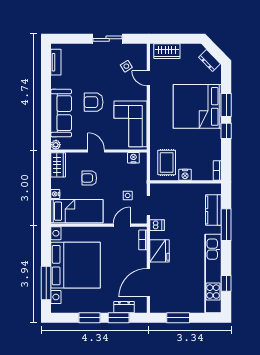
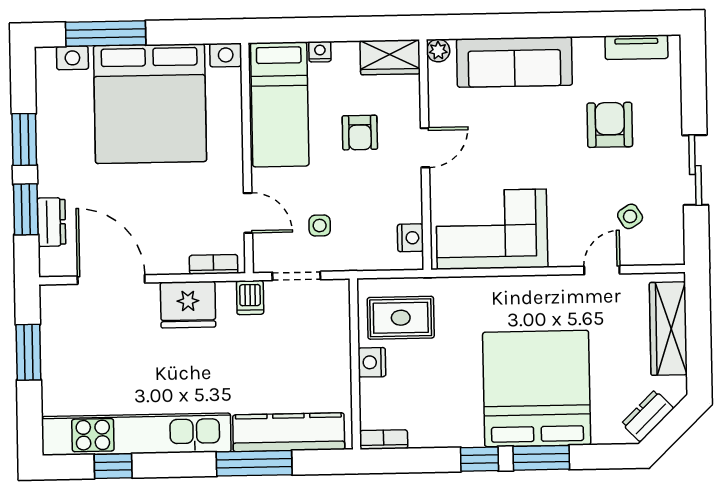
wardrobe: (167, 51) -> (668, 329), width x1.50
armchair: (94, 102) -> (610, 125), moved
armchair: (89, 178) -> (360, 133), turned 180
kitchen counter: (213, 210) -> (289, 432), width x1.50

